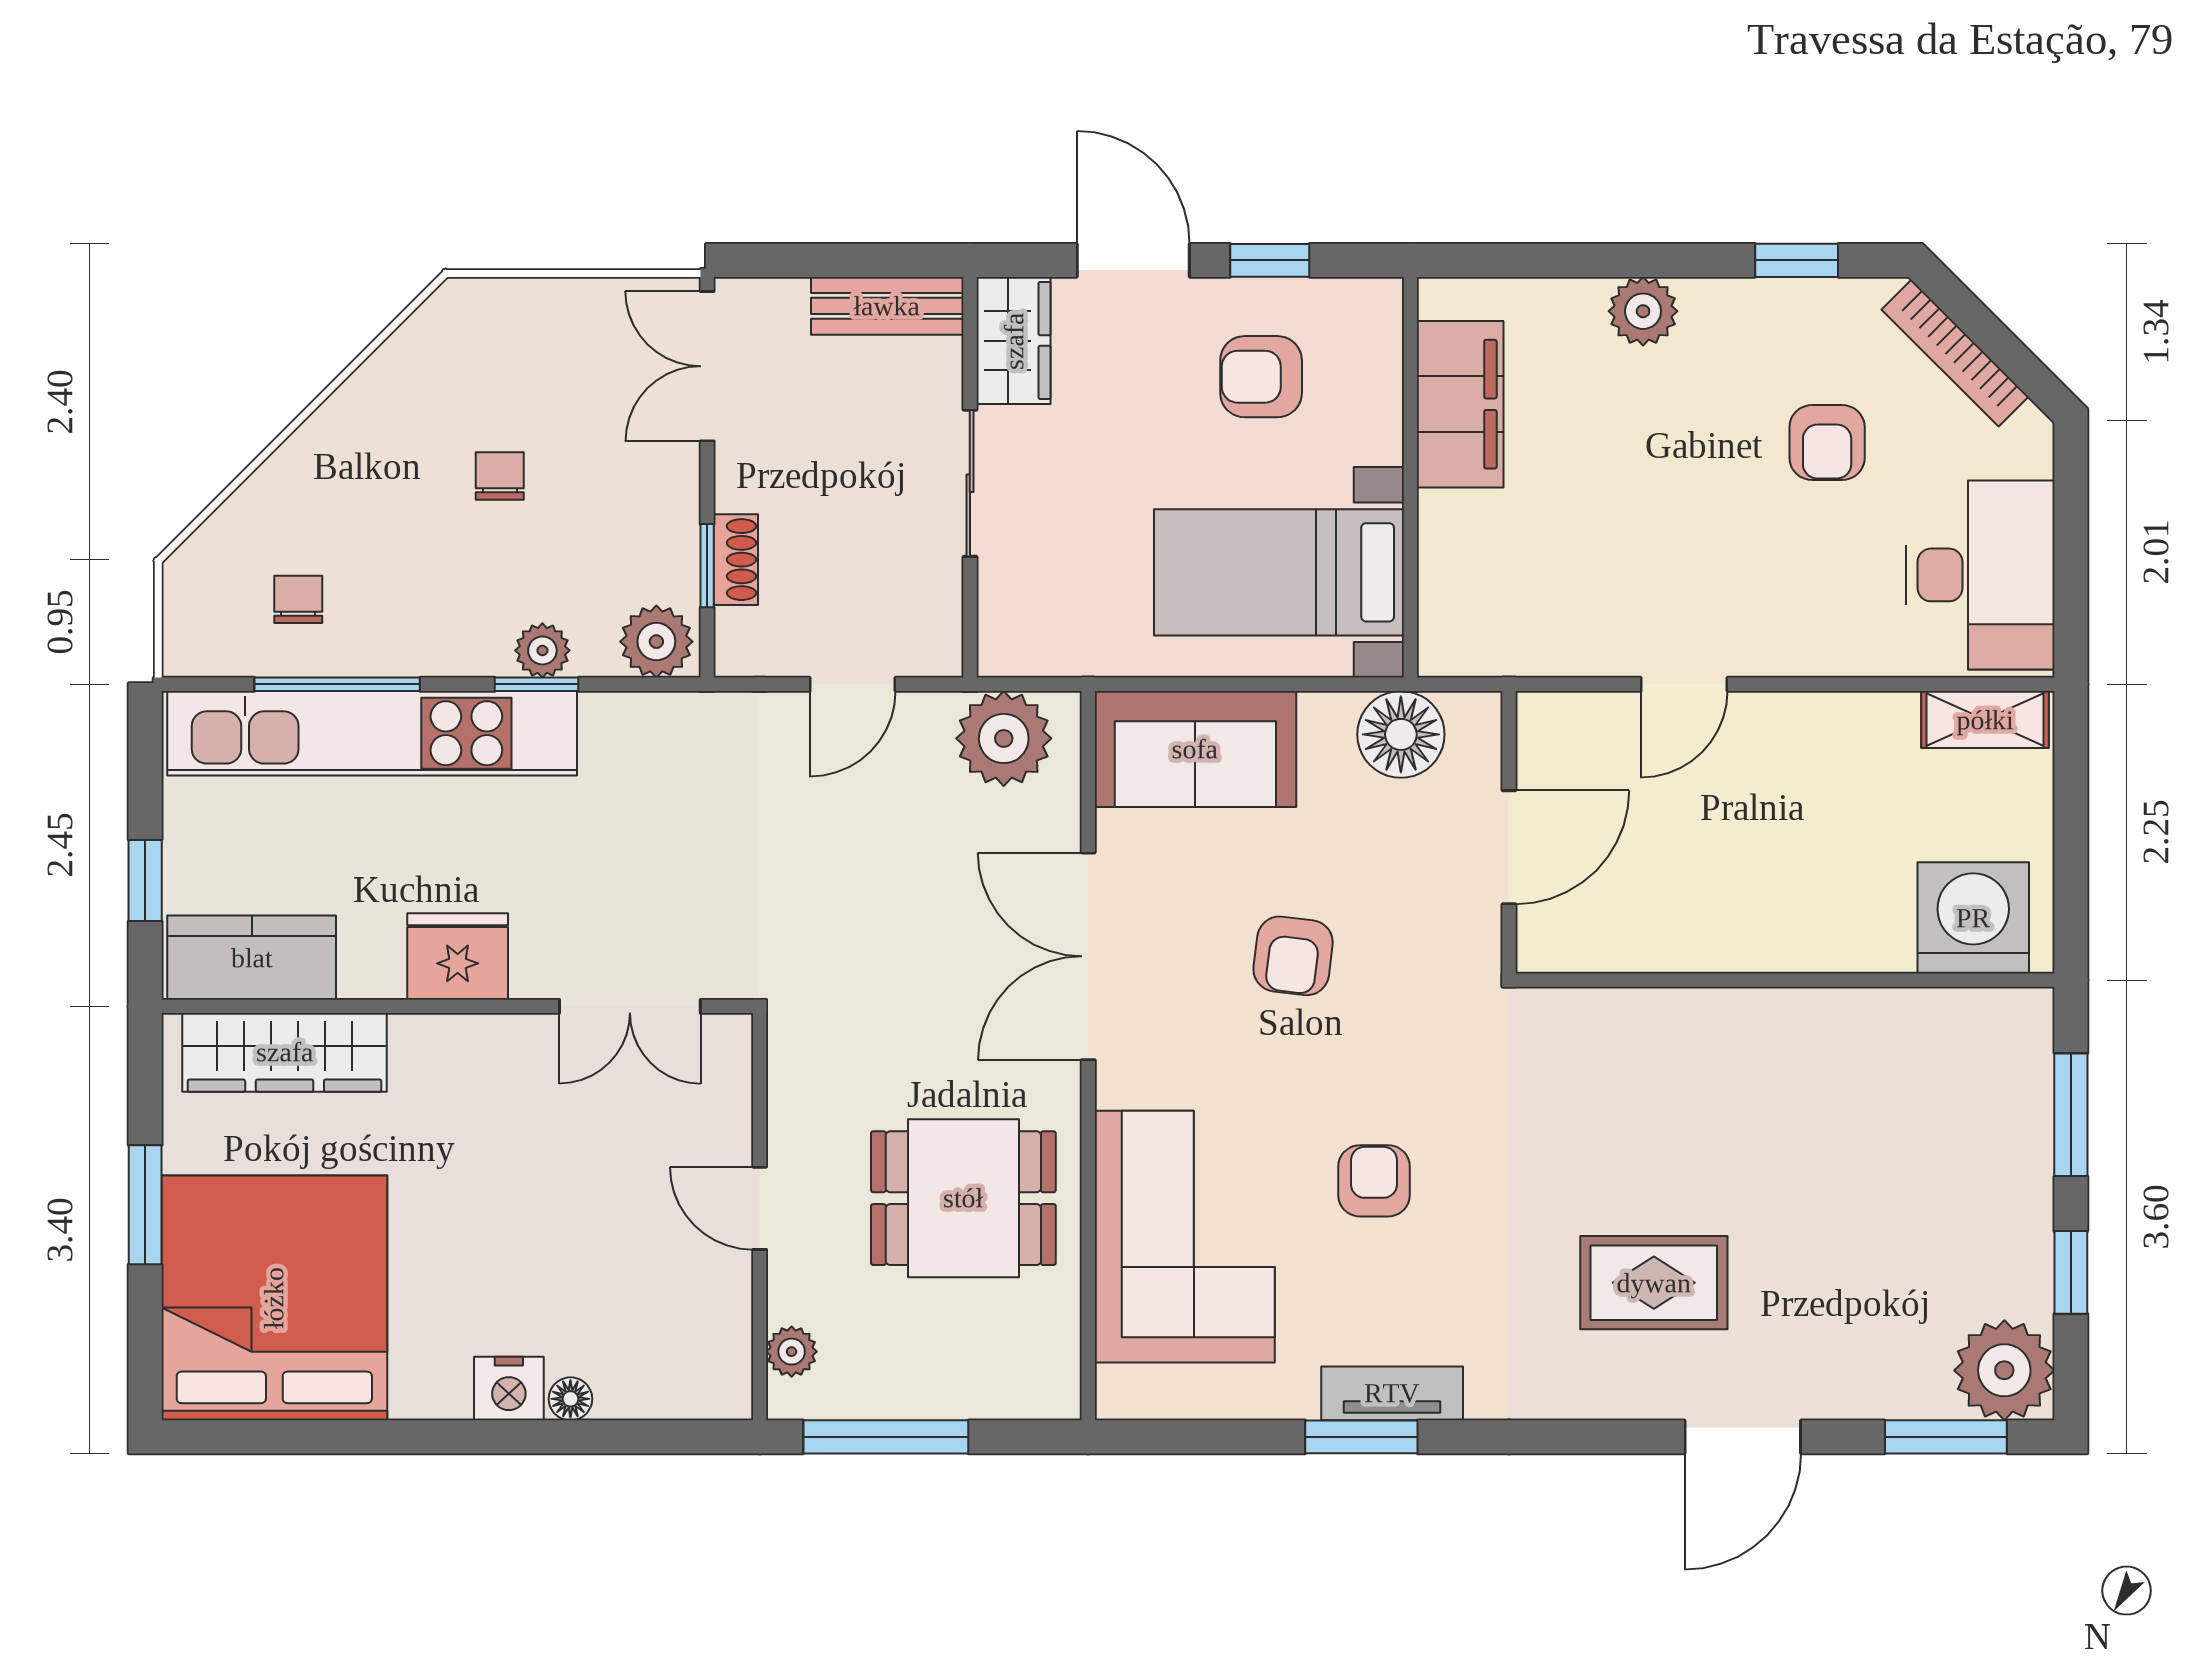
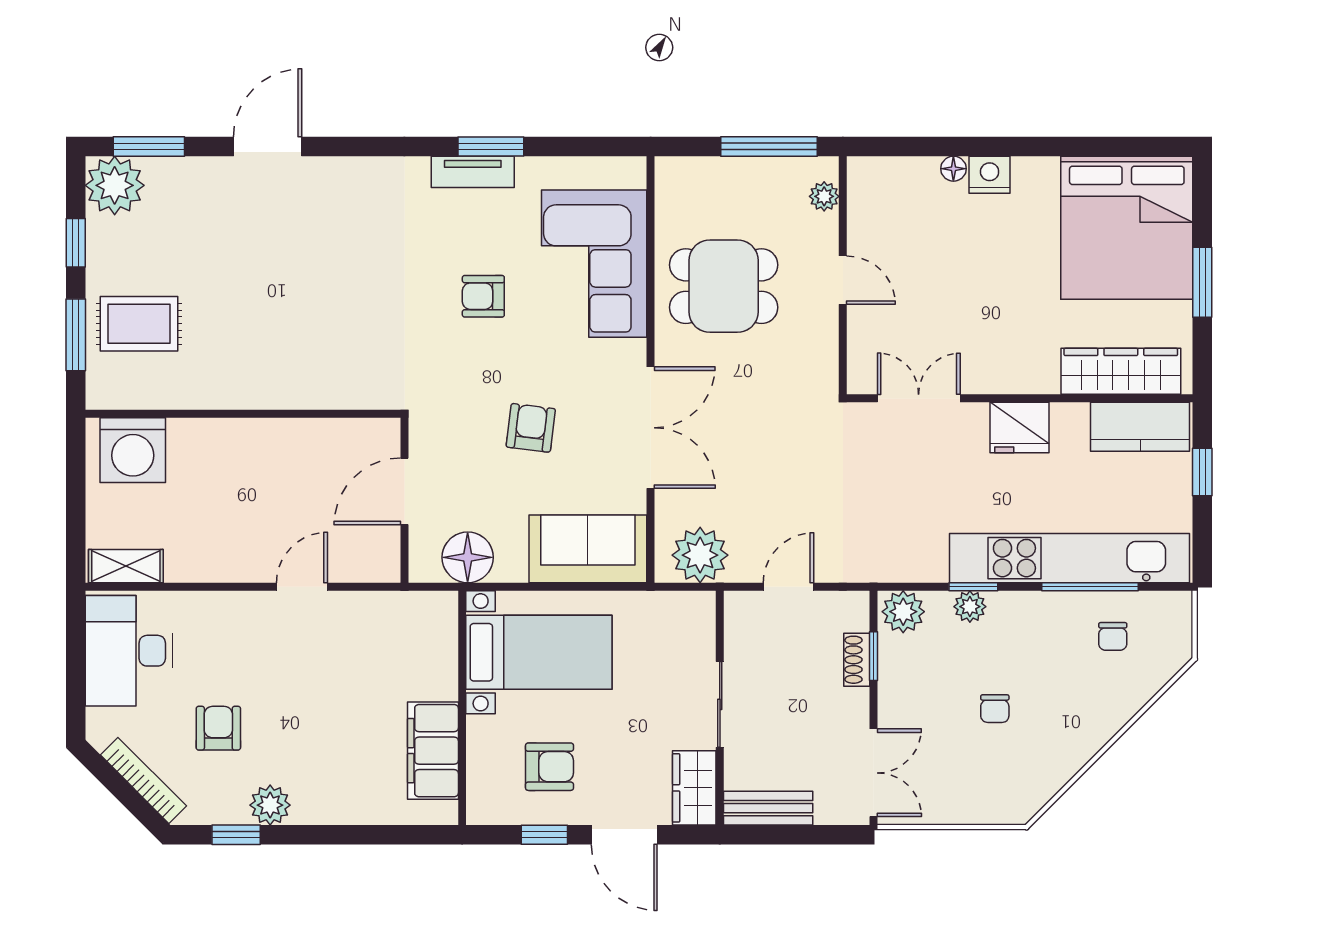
plant: (1643, 311) -> (270, 805), moved
armchair: (1374, 1181) -> (483, 296), turned 90
rug: (1654, 1283) -> (139, 324), moved

